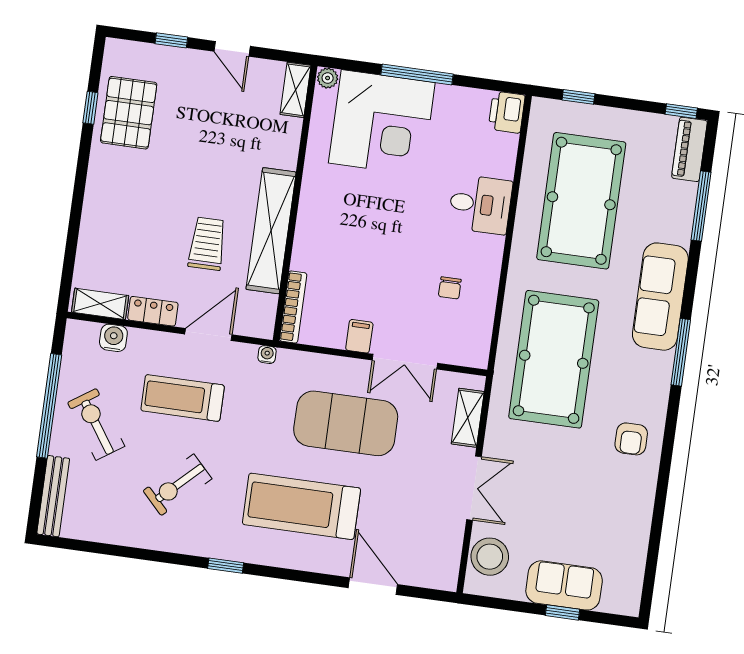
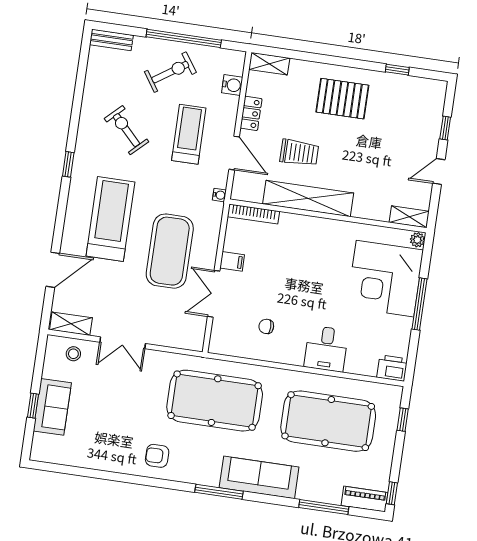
pallet: (129, 113) -> (342, 99), moved
shelving: (100, 304) -> (269, 64), moved, turned 90
shelving: (468, 418) -> (71, 324), moved
bench: (53, 496) -> (111, 40), width x0.73
stool: (490, 557) -> (73, 354), width x0.53, depth x0.53

